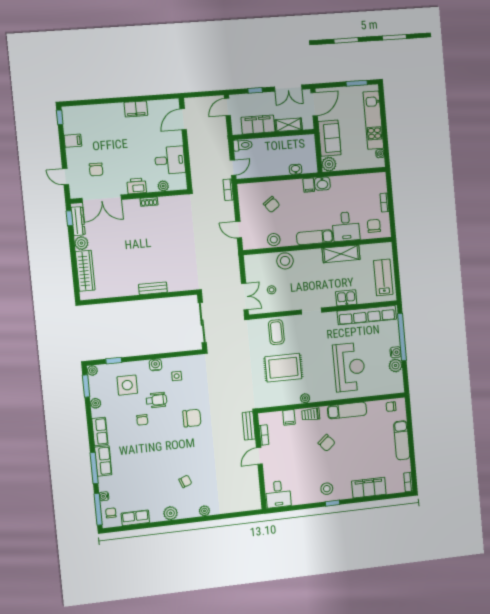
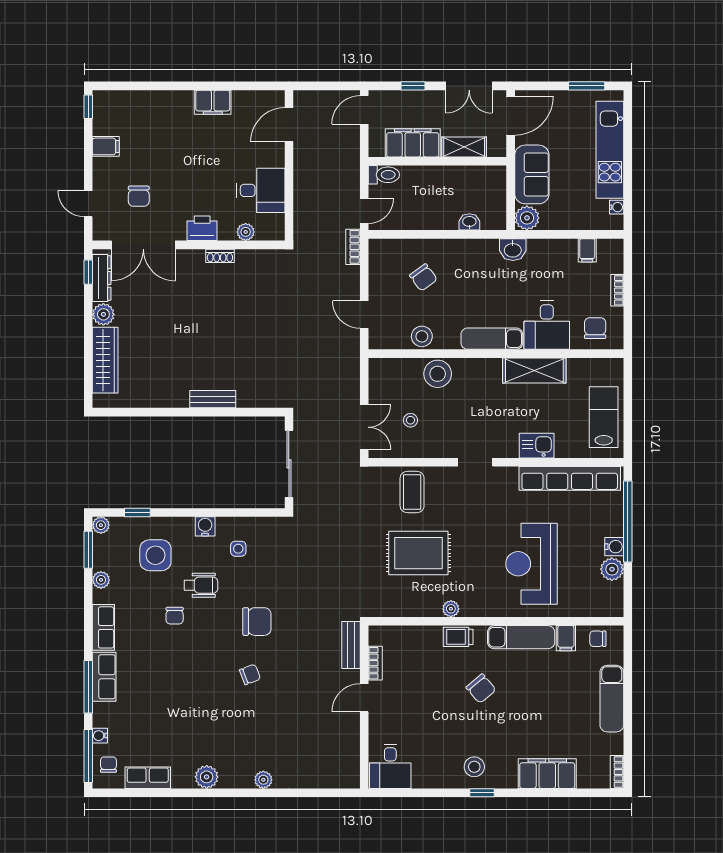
filing cabinet: (309, 185) -> (587, 250), moved
reception desk: (349, 367) -> (531, 564), turned 180
filing cabinet: (289, 417) -> (566, 638), moved
chair: (185, 481) -> (250, 674), moved

